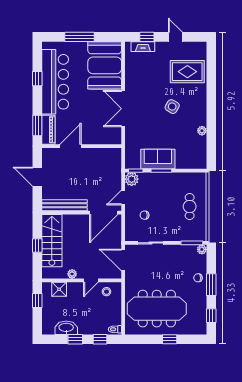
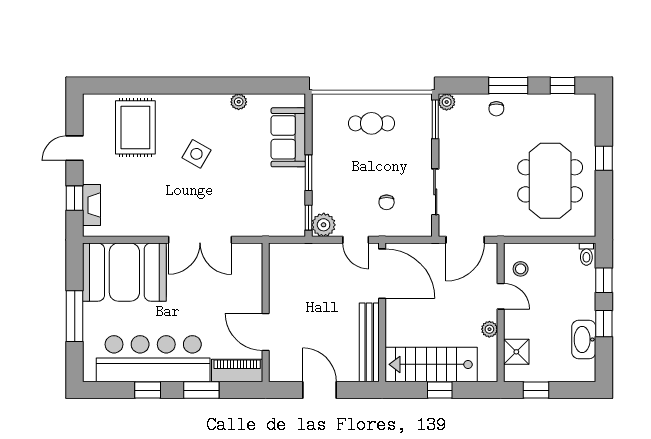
window: (37, 126) -> (201, 390), moved
sofa: (158, 159) -> (288, 137), moved
door: (37, 177) -> (319, 390), swing flipped
meeting table: (157, 309) -> (550, 181), width x0.73

